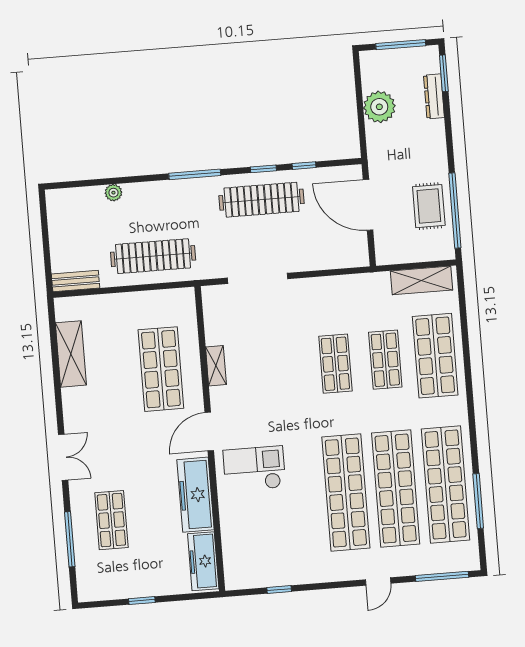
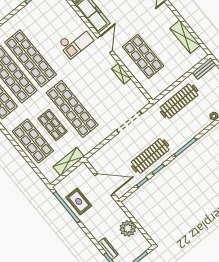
shelving: (421, 280) -> (69, 162), moved
shop shelf: (335, 364) -> (72, 109), width x2.00, depth x1.36

